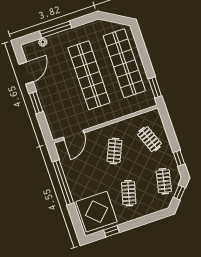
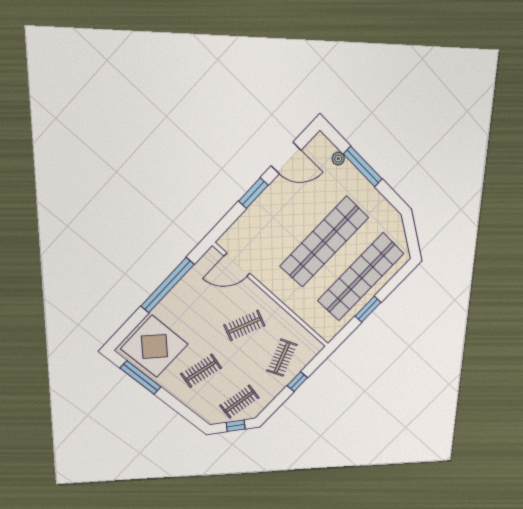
window: (155, 87) -> (368, 309), moved
window: (179, 158) -> (297, 382), moved
window: (112, 231) -> (141, 378), width x2.17

